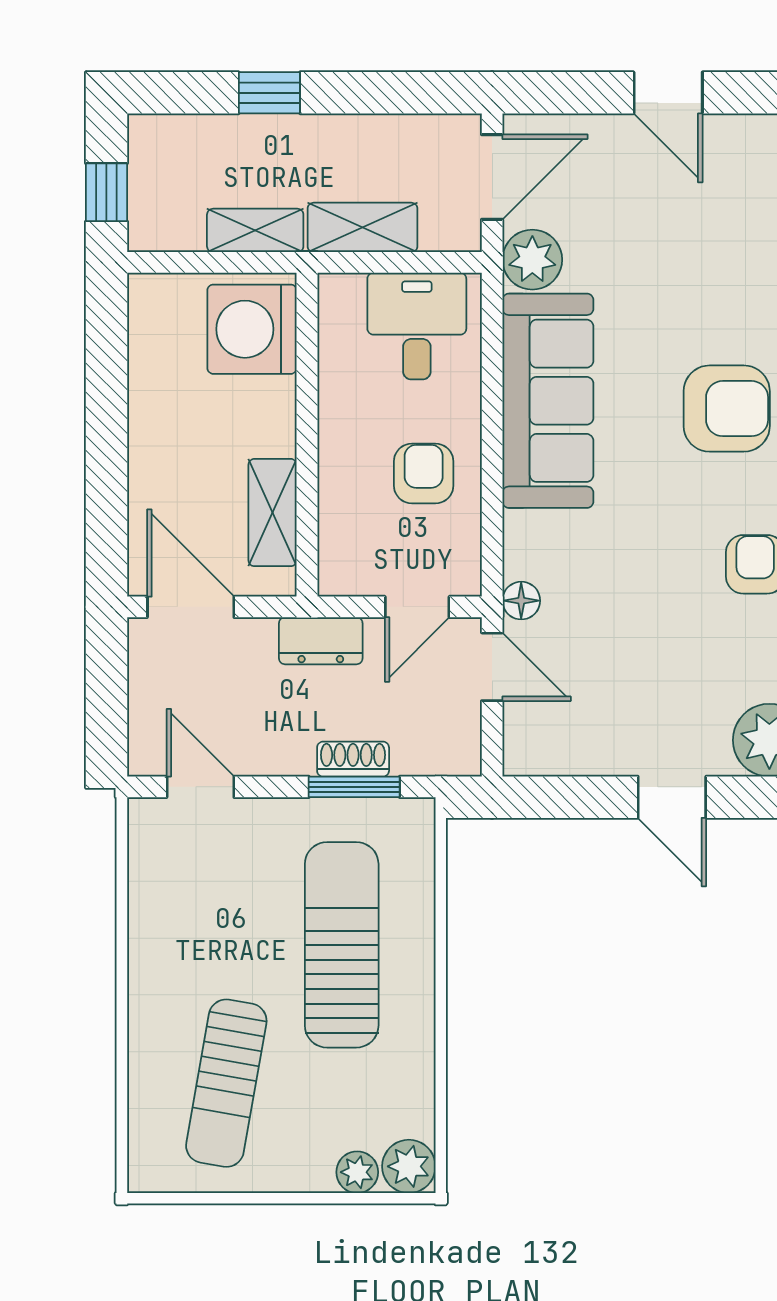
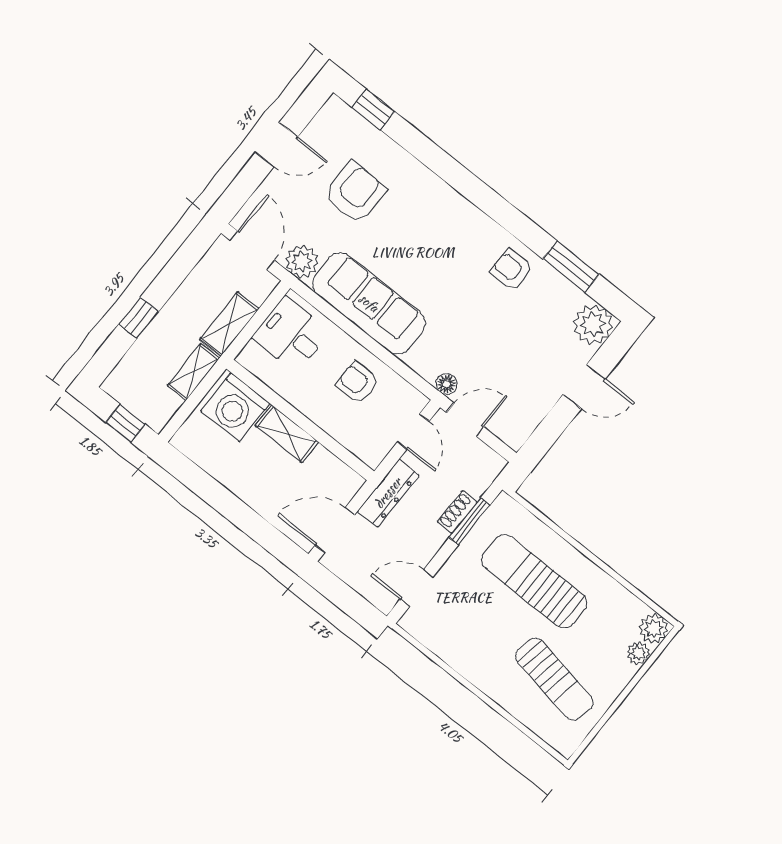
armchair: (727, 409) -> (355, 193), moved
shelving: (273, 513) -> (287, 434), moved
dresser: (321, 641) -> (388, 493), width x1.44

